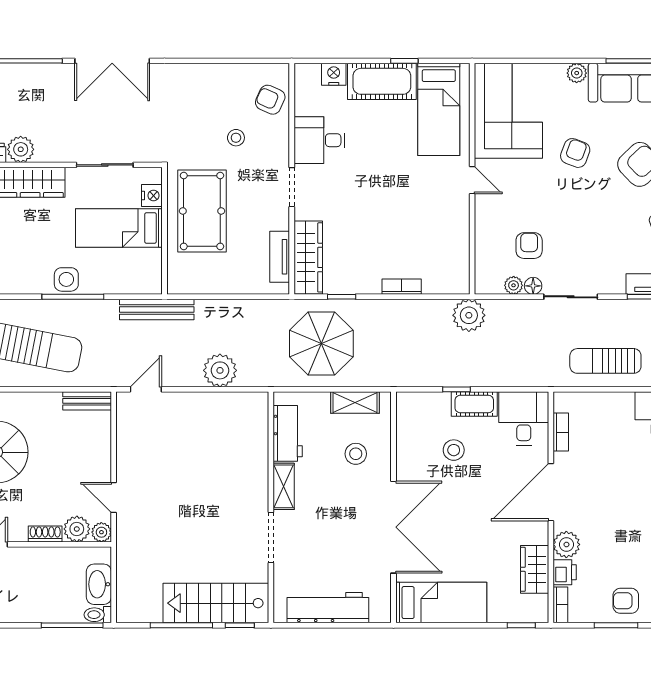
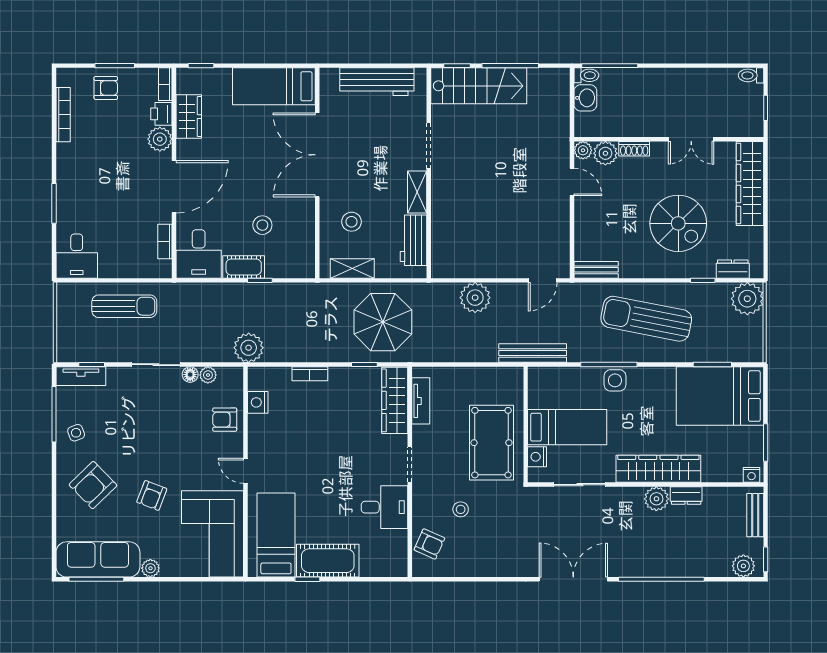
nightstand: (334, 74) -> (258, 402), moved, turned 90
armchair: (529, 246) -> (225, 420), moved, turned 90
washbasin: (99, 584) -> (585, 98), width x0.72

